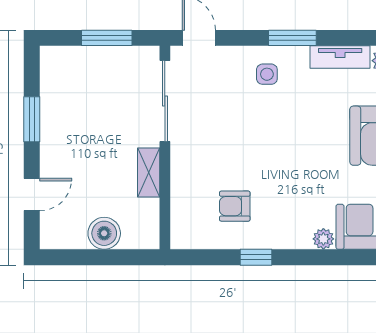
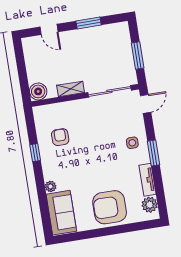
boiler: (104, 233) -> (38, 91), moved

